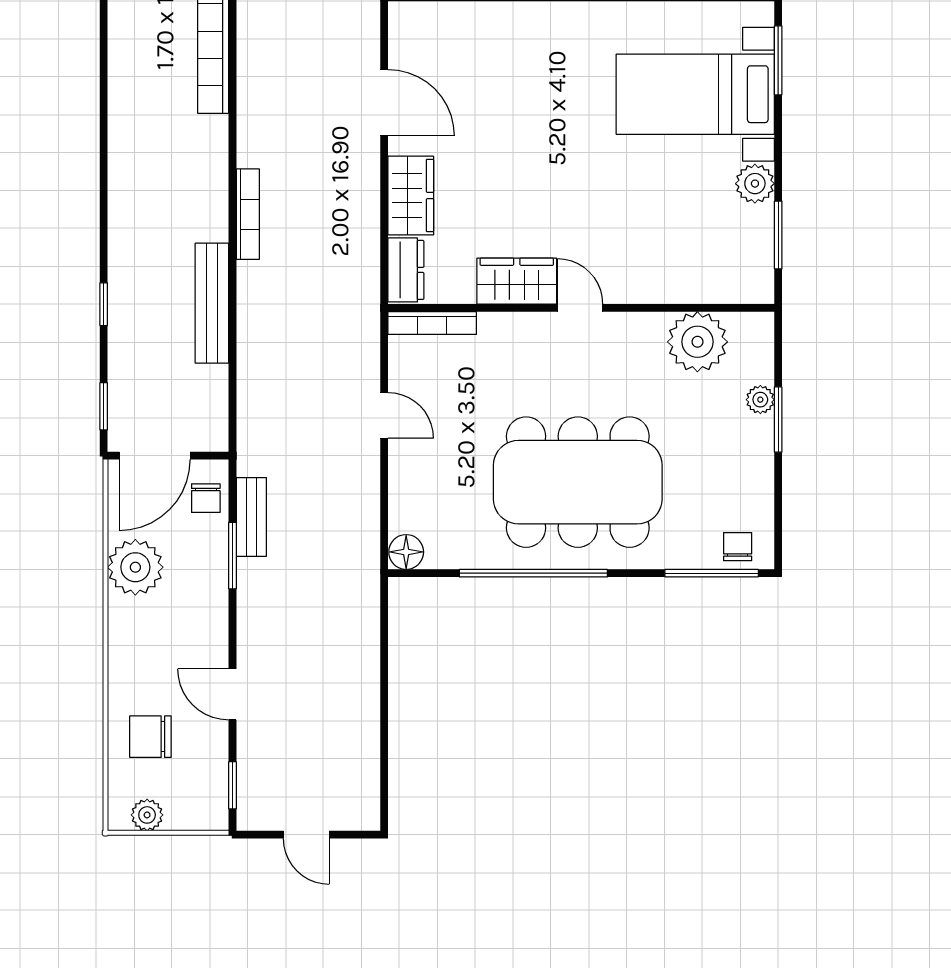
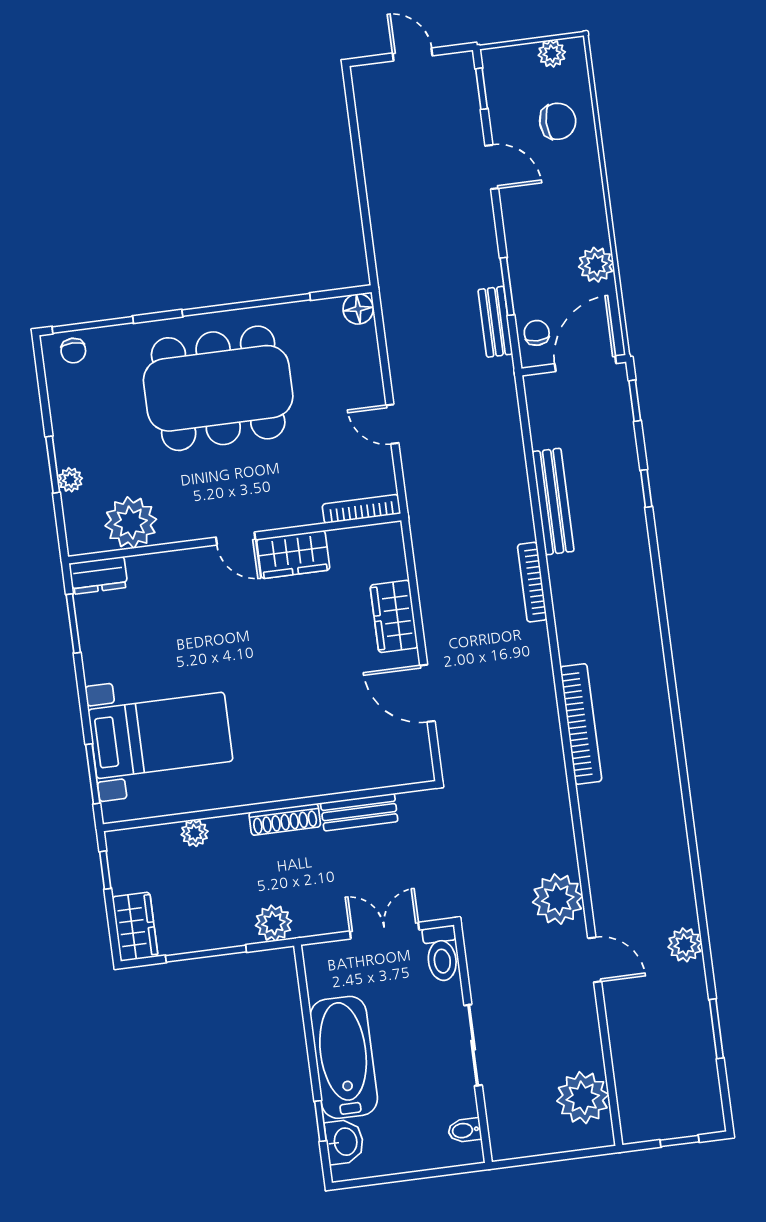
plant: (755, 184) -> (99, 665), removed
dresser: (406, 270) -> (98, 575), moved, turned -90
plant: (135, 567) -> (596, 265), width x0.73, depth x0.73

